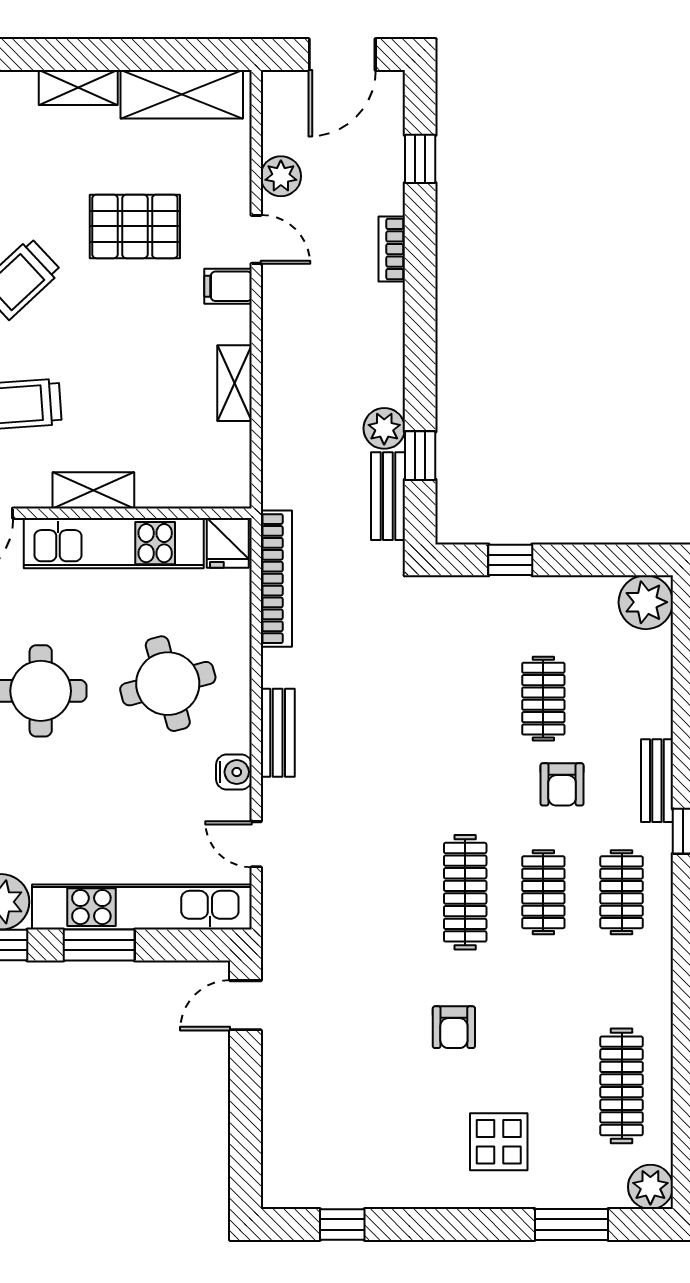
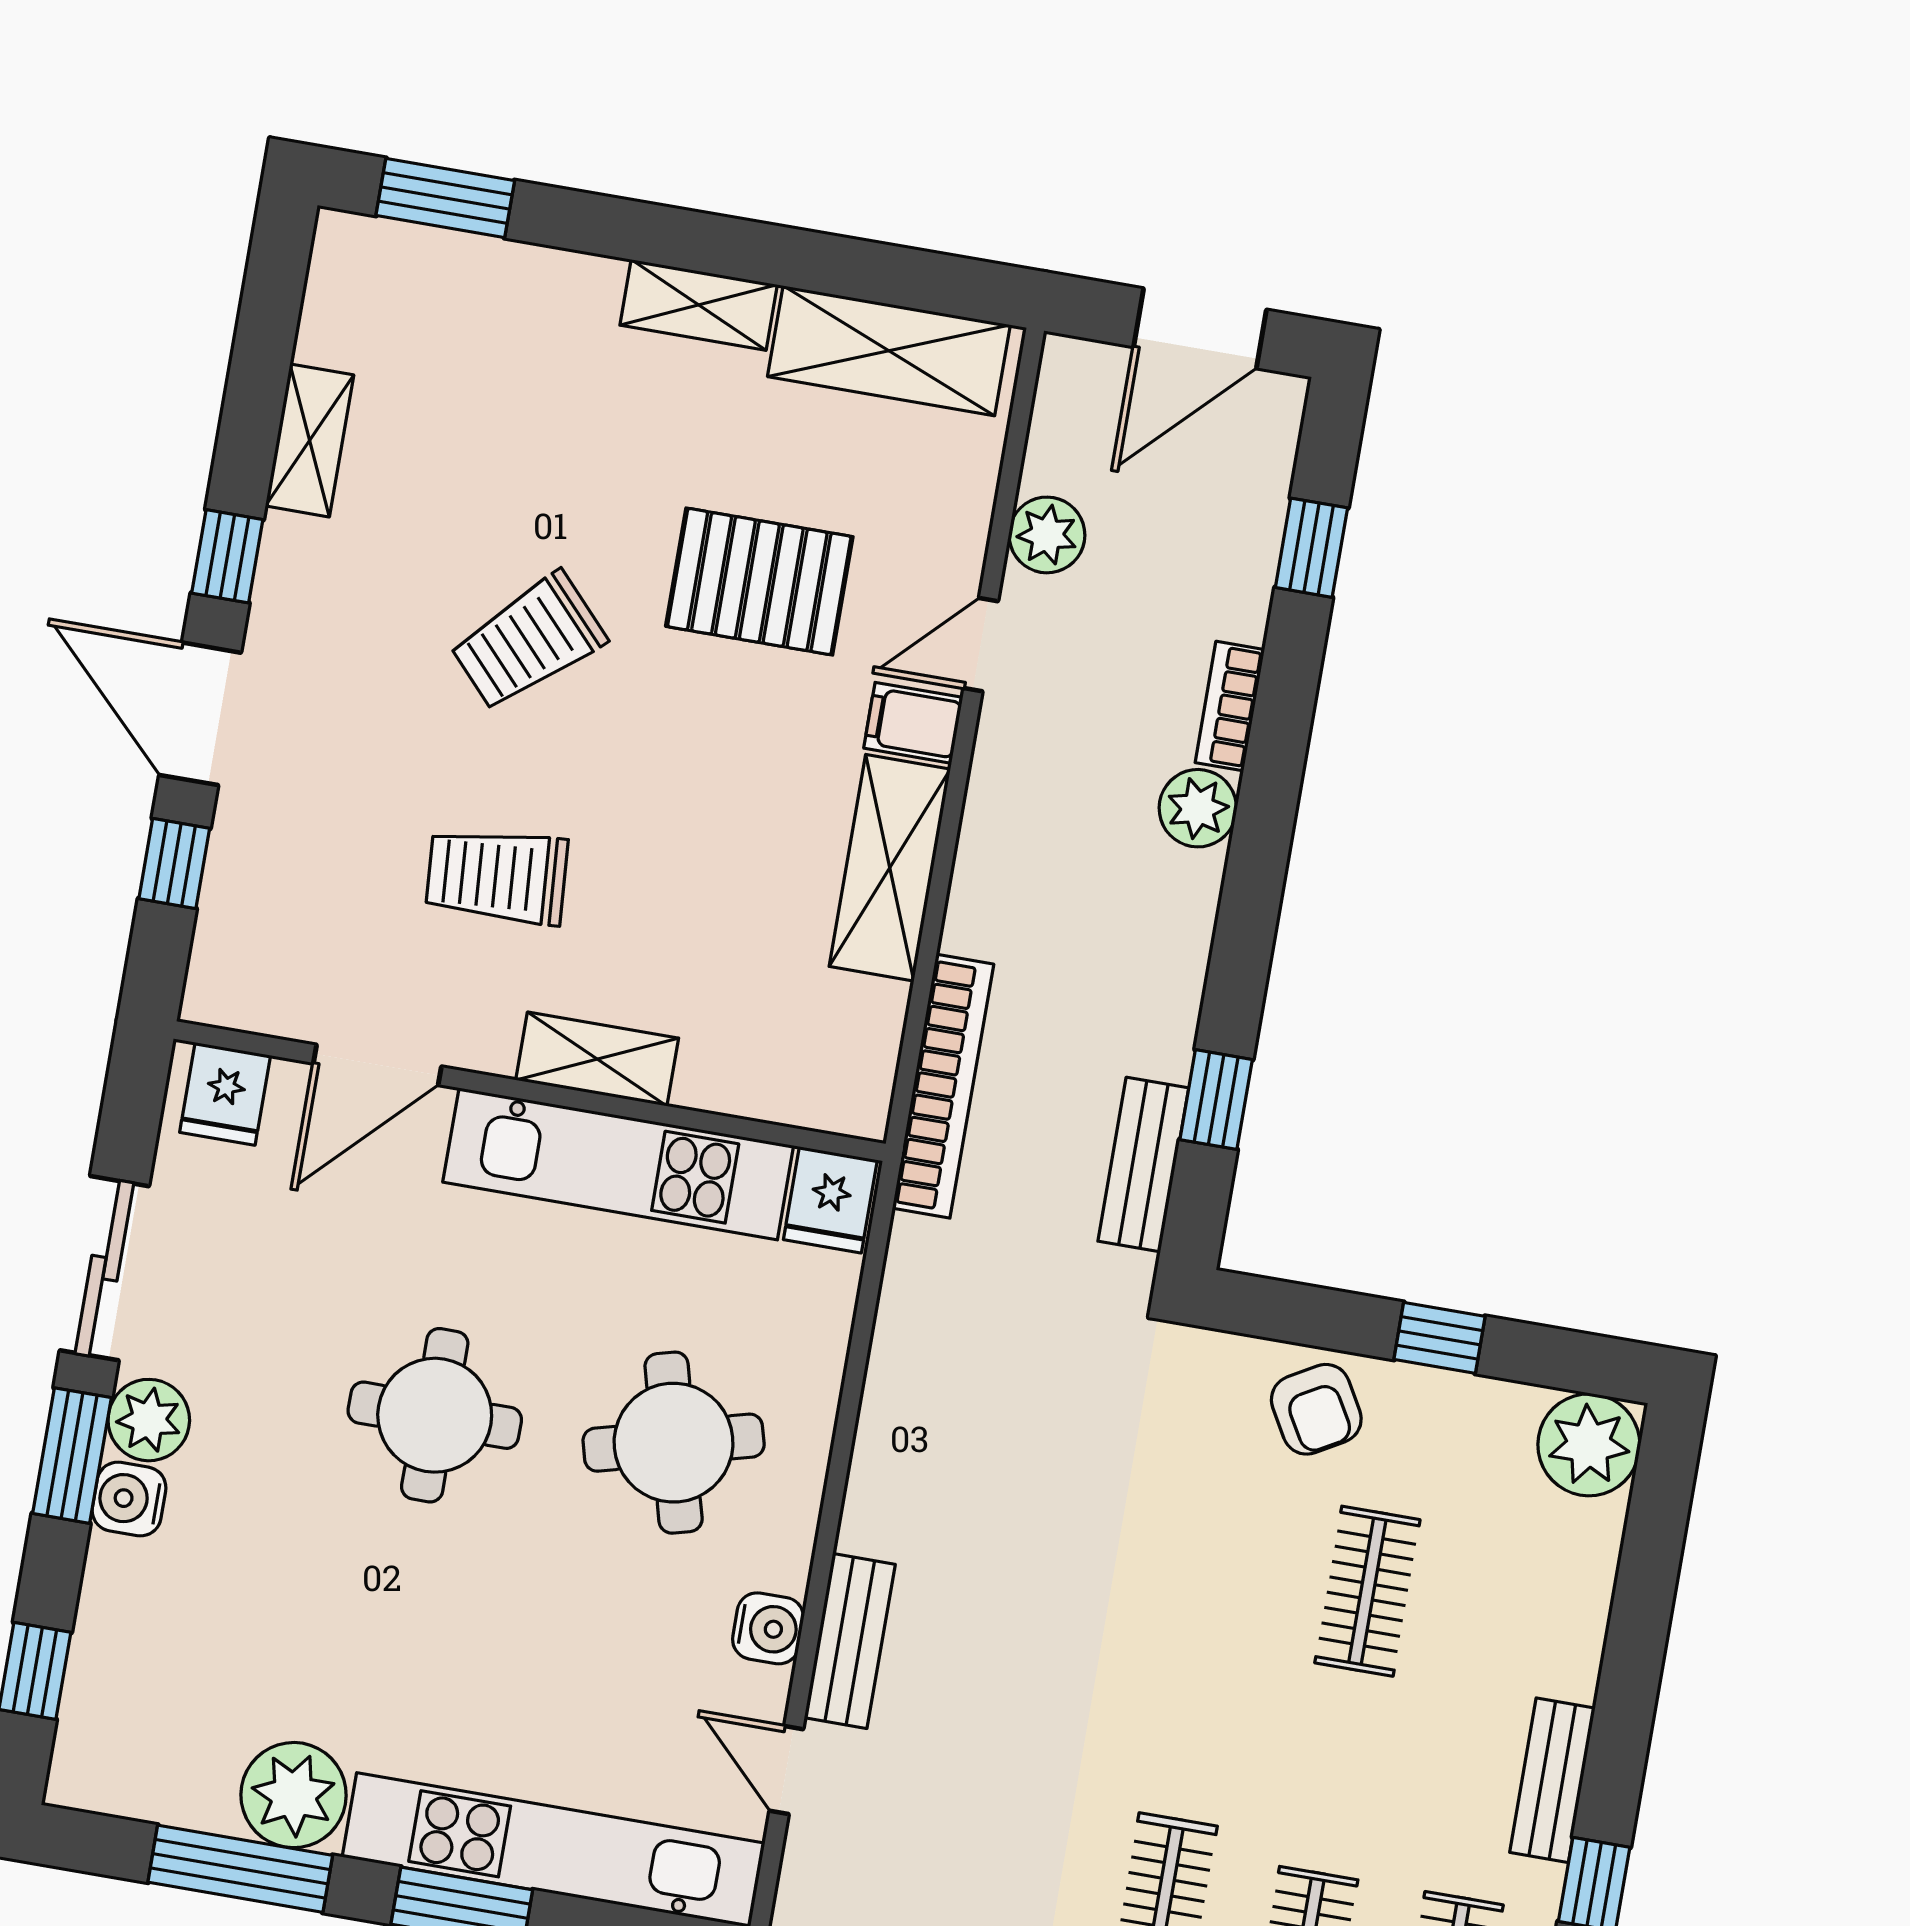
door: (256, 239) -> (981, 645), swing flipped
shelving: (235, 383) -> (890, 868), width x1.50, depth x1.33
plant: (384, 428) -> (1198, 808), moved
window: (510, 560) -> (1440, 1338), moved
bookcase: (276, 579) -> (943, 1086), moved
bench: (278, 733) -> (850, 1641), moved
armchair: (562, 784) -> (1316, 1409), moved, turned -30

